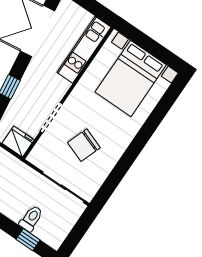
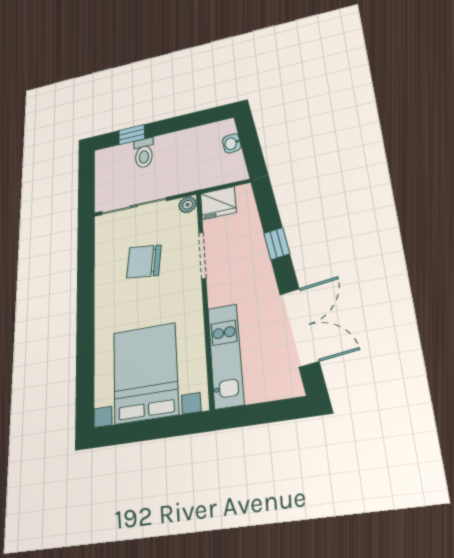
chair: (84, 145) -> (144, 261), turned -103
plant: (34, 157) -> (188, 205), added

